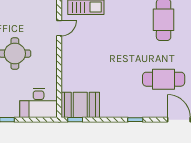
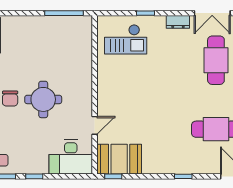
door: (59, 28) -> (95, 125), moved

